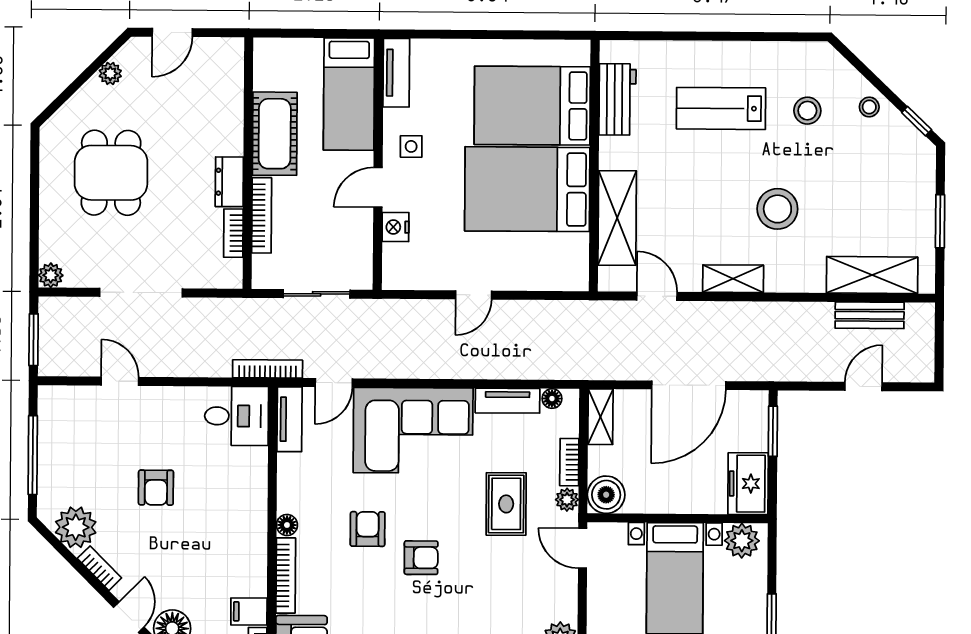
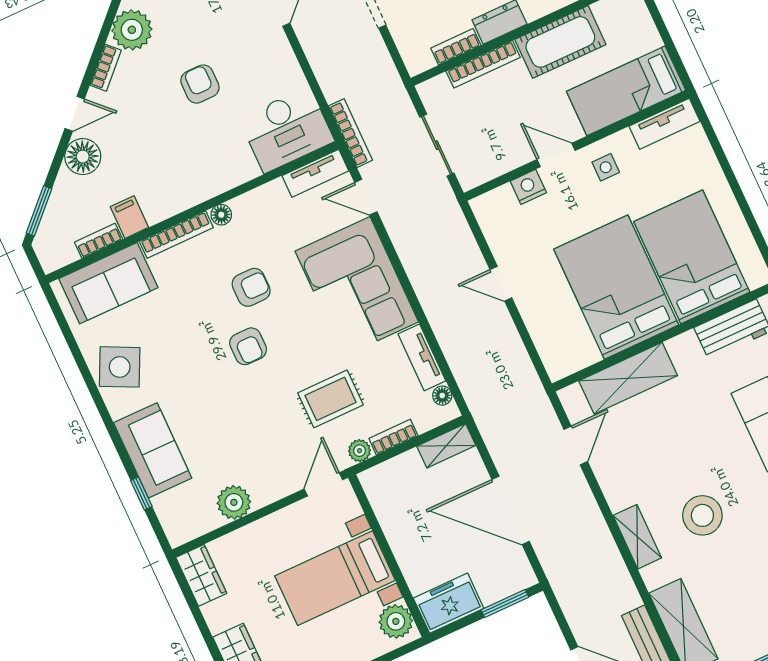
shelving: (733, 279) -> (637, 537), moved
desk: (237, 416) -> (287, 130), width x1.37
armchair: (156, 488) -> (200, 84), turned 90
boiler: (606, 495) -> (380, 483), removed

